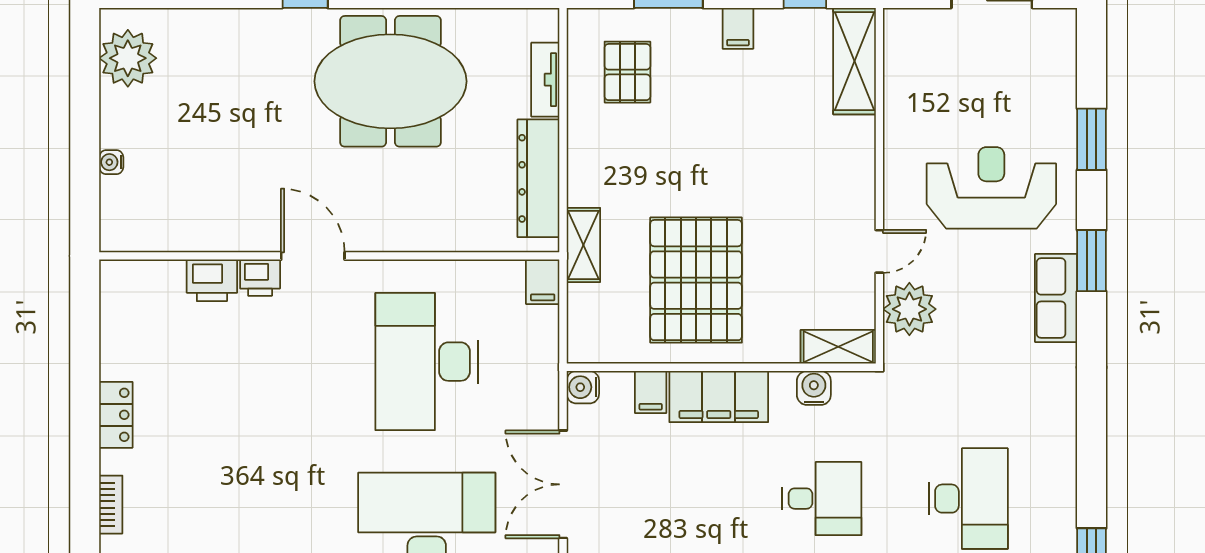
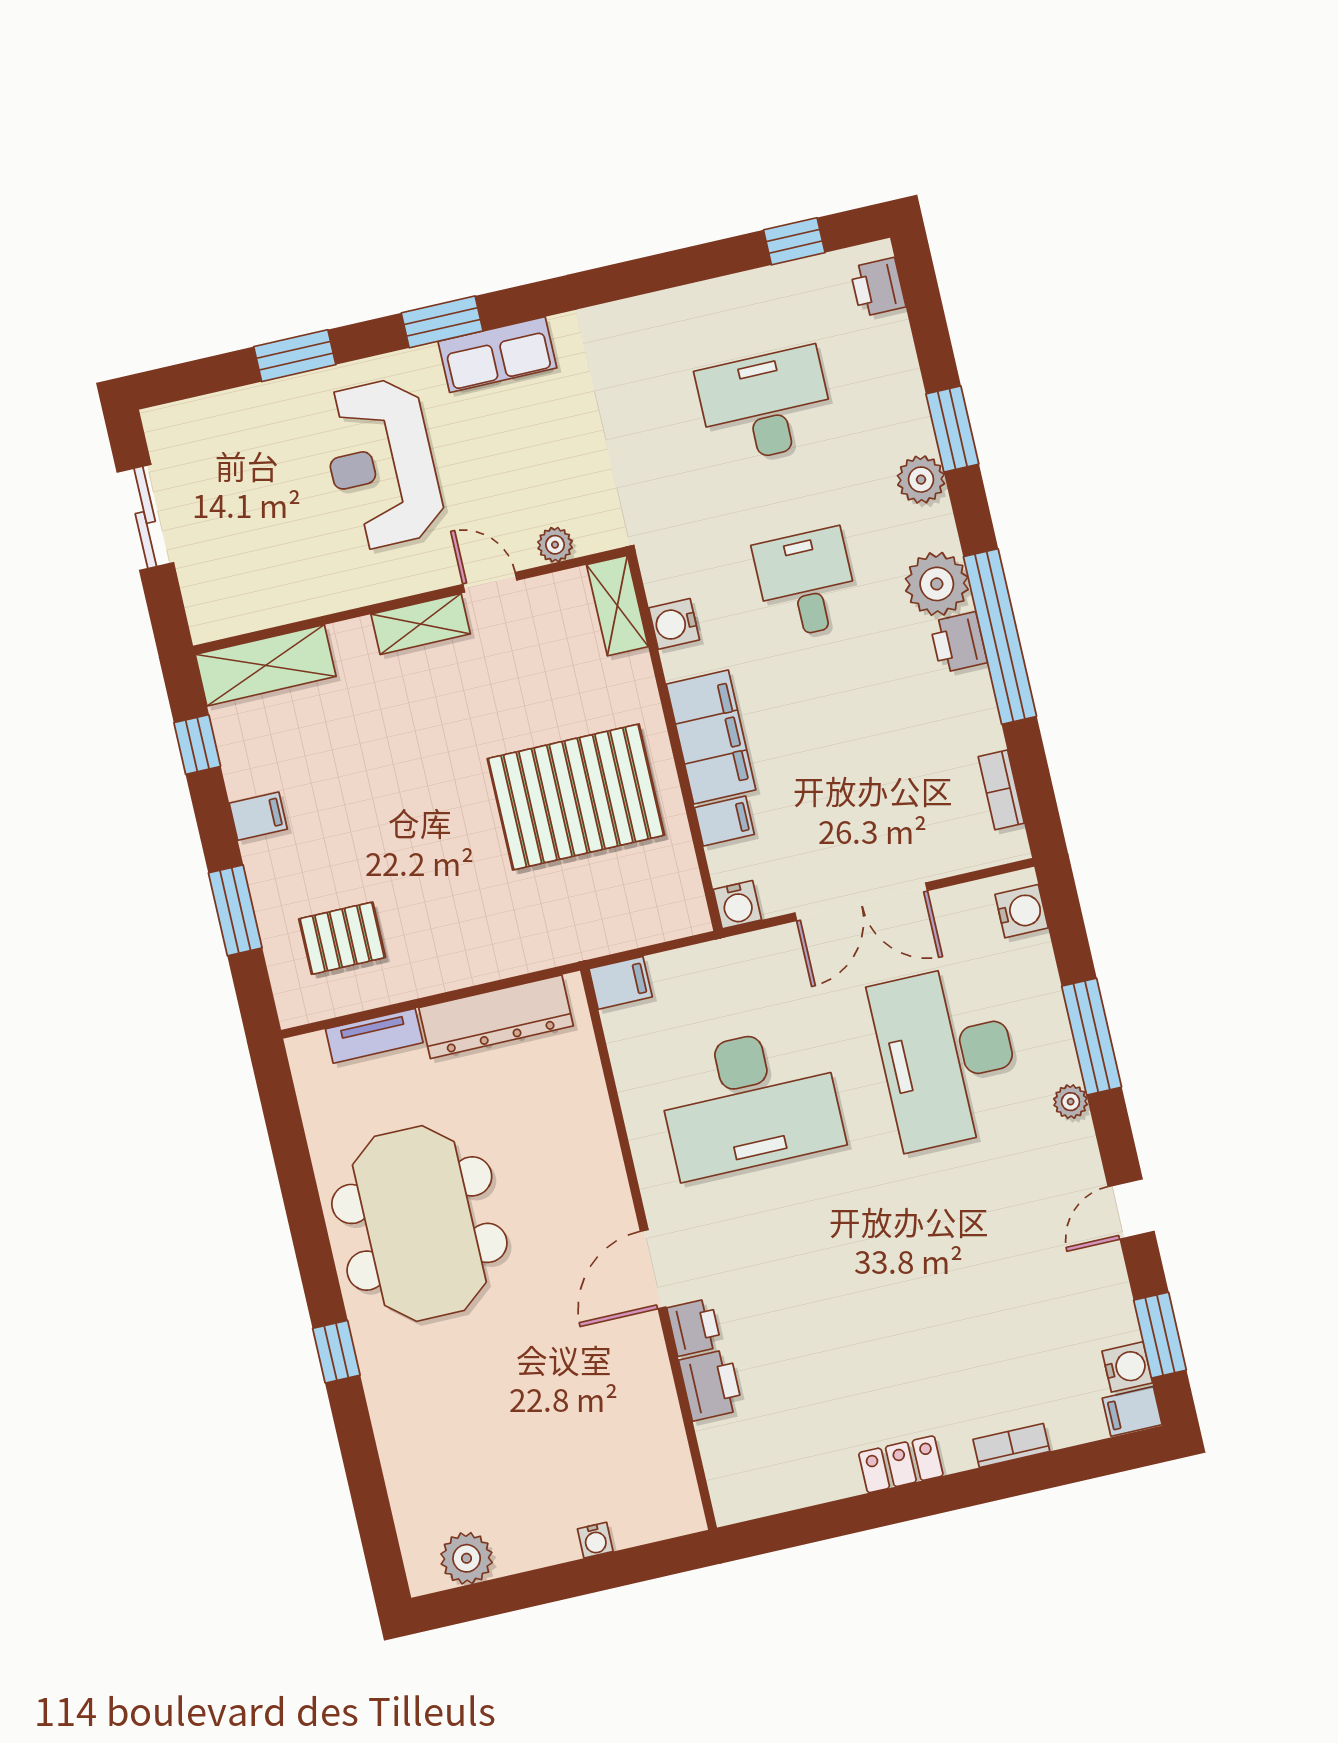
plant: (128, 58) -> (467, 1558), width x0.73, depth x0.73
shelving: (583, 245) -> (421, 624), moved
plant: (909, 309) -> (555, 545), width x0.53, depth x0.53

